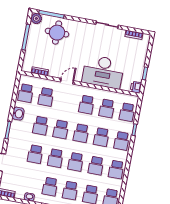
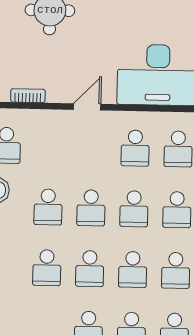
school desk: (46, 97) -> (49, 146), removed

